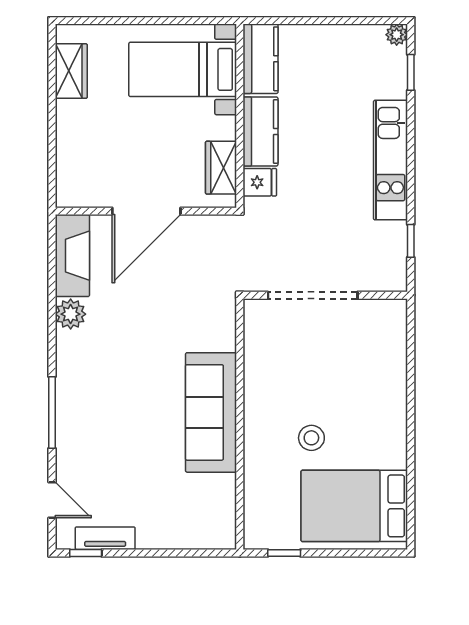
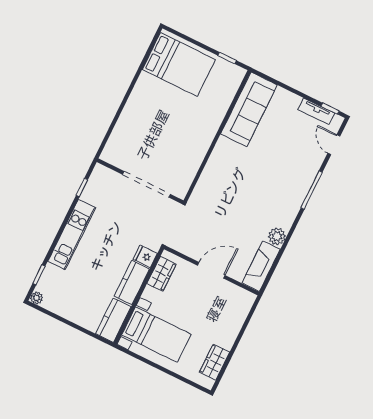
door: (146, 211) -> (211, 270), width x0.73
sofa: (211, 412) -> (249, 109), moved
stool: (311, 438) -> (184, 111), removed

